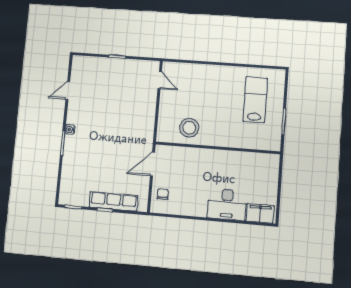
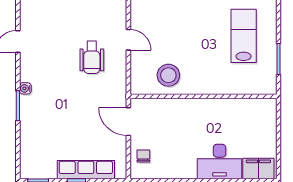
door: (160, 80) -> (128, 40), moved
wheelchair: (127, 108) -> (92, 57), added
door: (153, 164) -> (128, 122), hinge flipped

